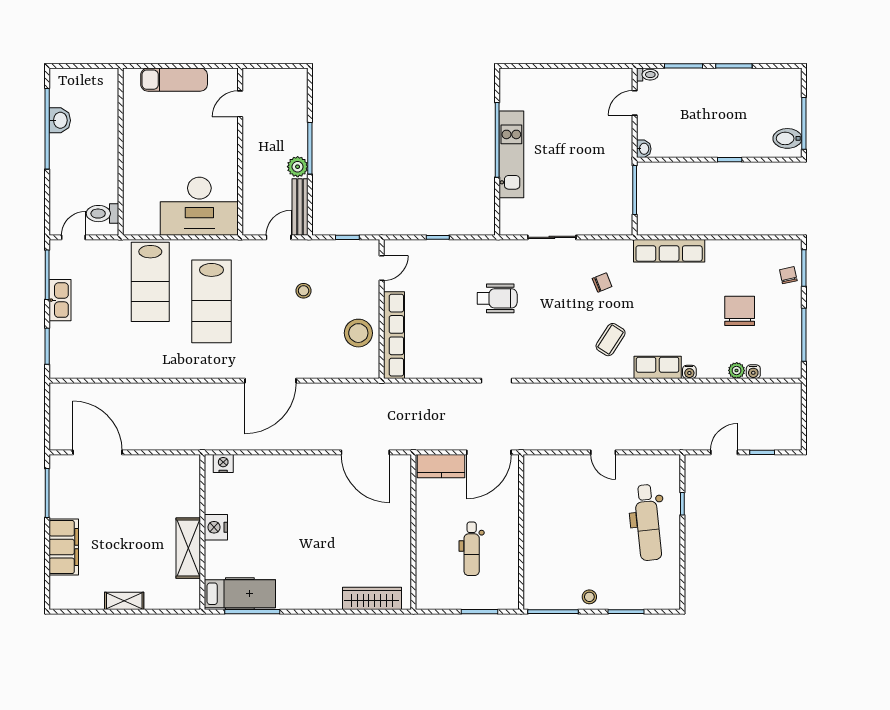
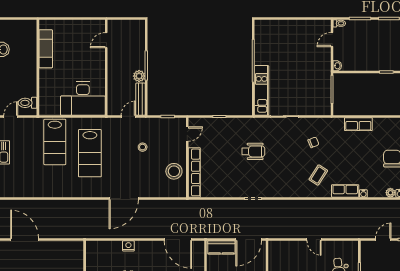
exam couch: (174, 80) -> (46, 49), moved, turned -90
kitchen unit: (511, 154) -> (262, 90), moved
row of seats: (669, 251) -> (358, 124), width x0.68
nightstand: (223, 464) -> (128, 246), moved

